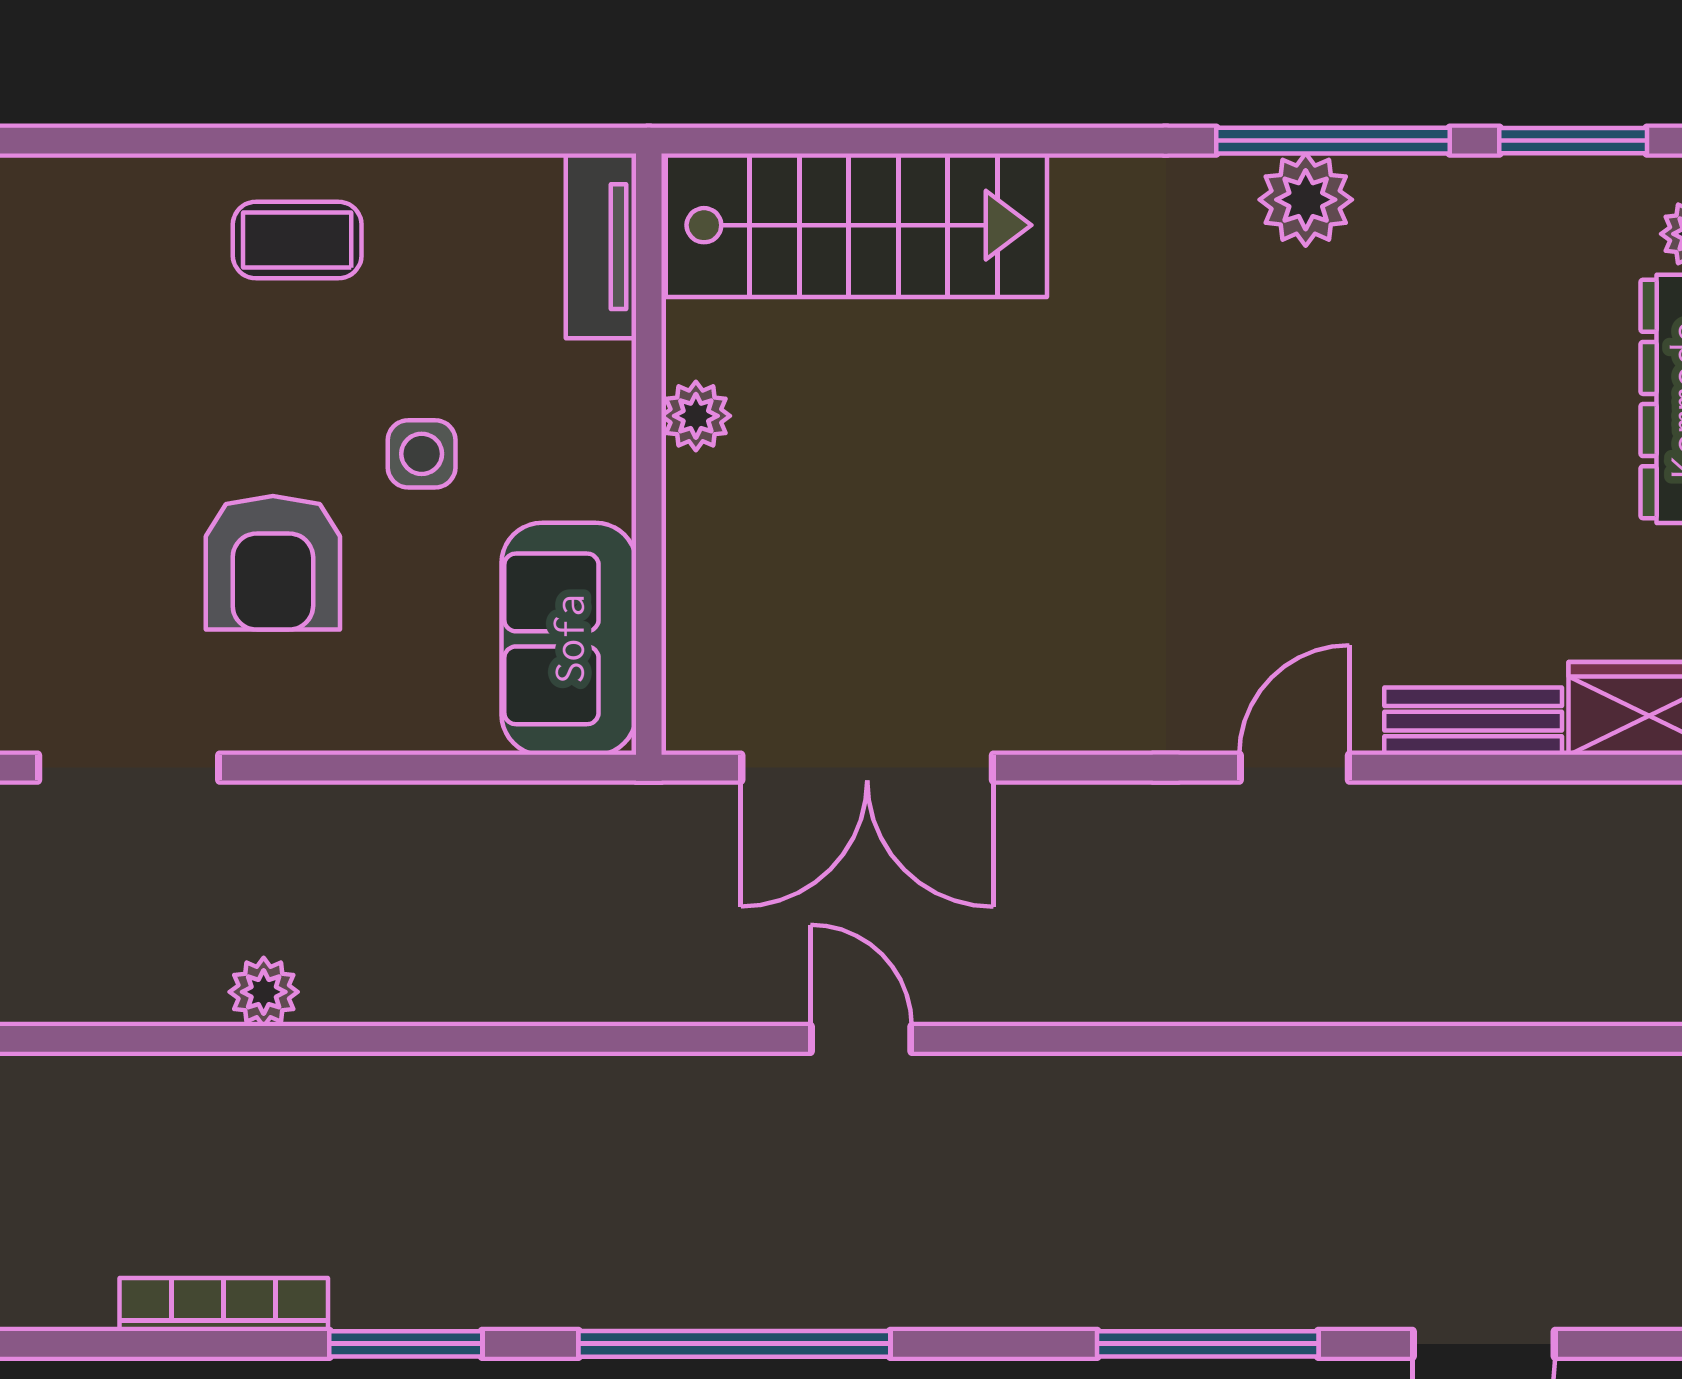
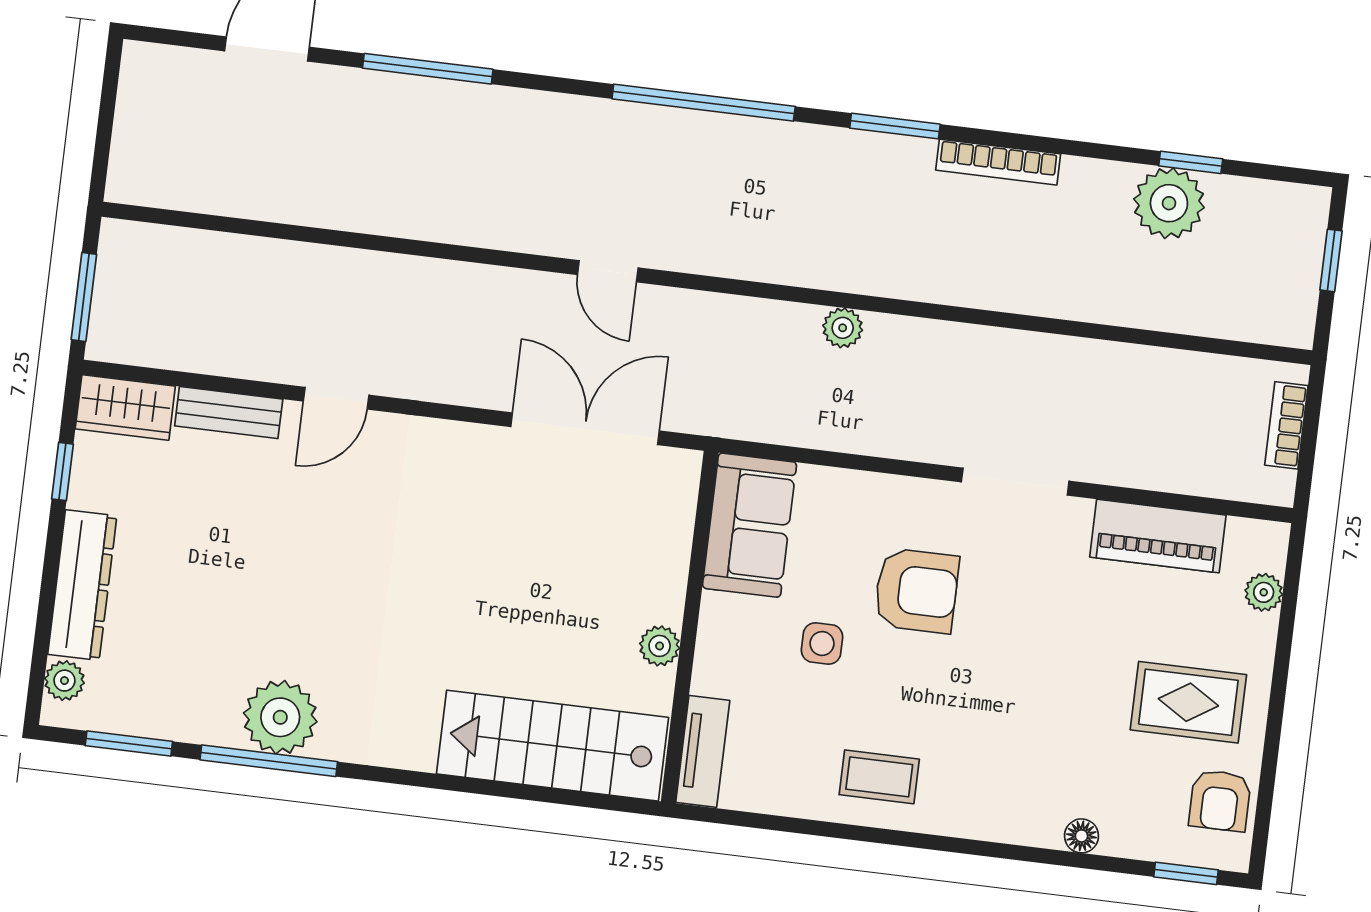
plant: (1306, 200) -> (280, 717), width x1.36, depth x1.36
armchair: (273, 563) -> (916, 591), turned 90
plant: (264, 992) -> (843, 328), moved

